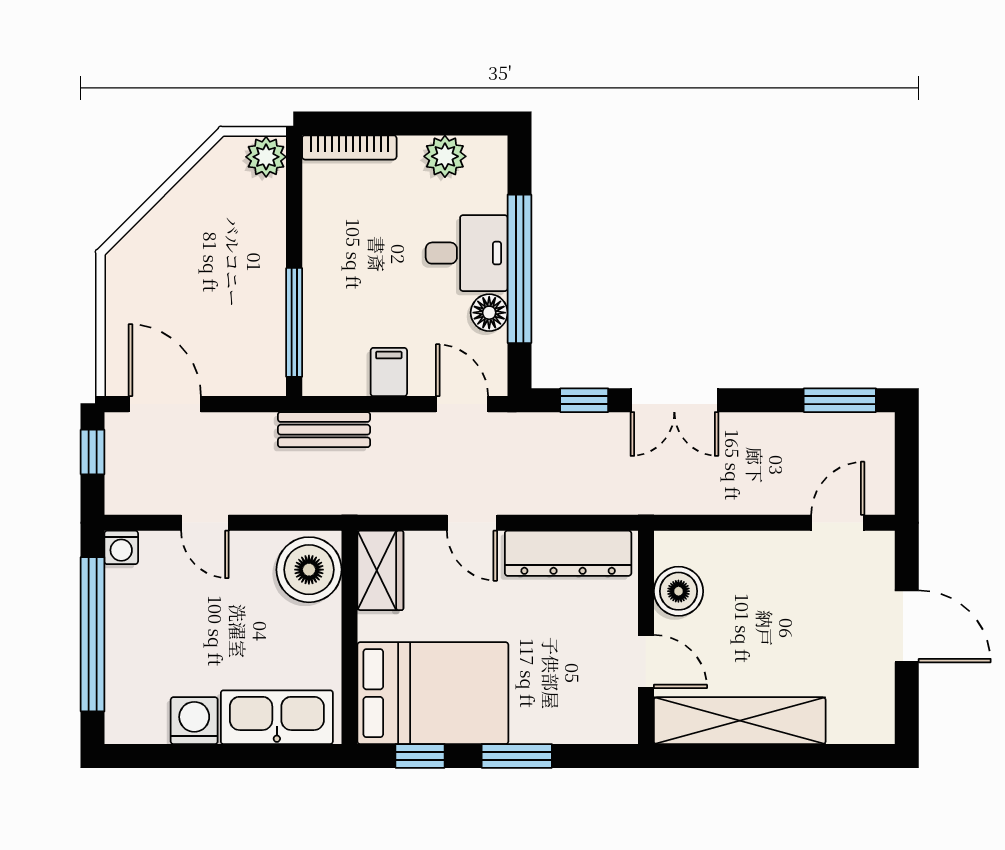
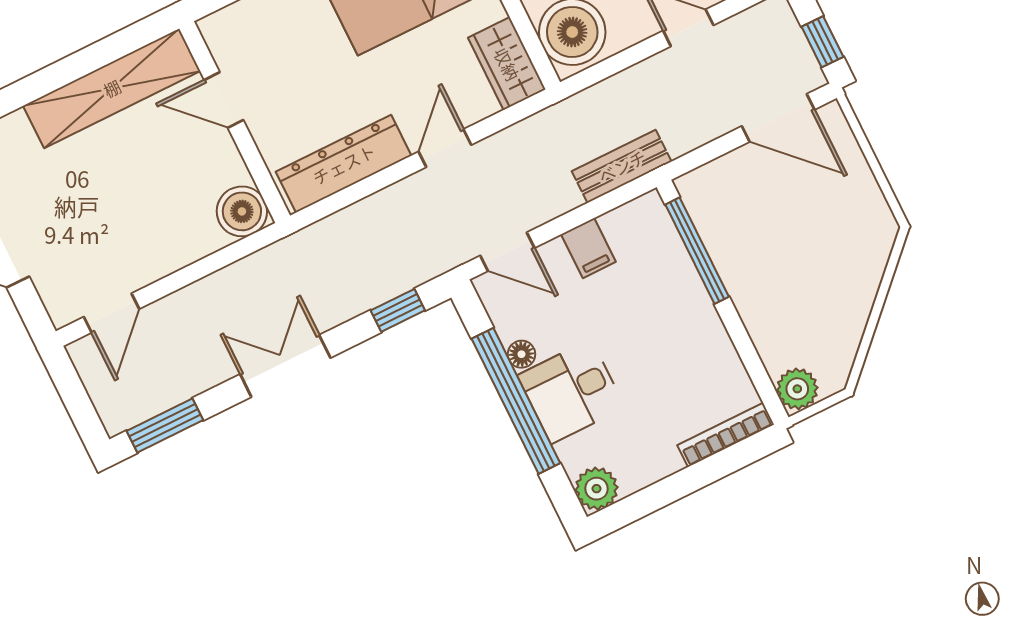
plant: (445, 156) -> (597, 489), moved
floor lamp: (489, 313) -> (521, 354), width x0.73, depth x0.73
double door: (674, 400) -> (285, 366), moved
door: (472, 523) -> (445, 148), hinge flipped
boiler: (678, 591) -> (242, 211), moved

